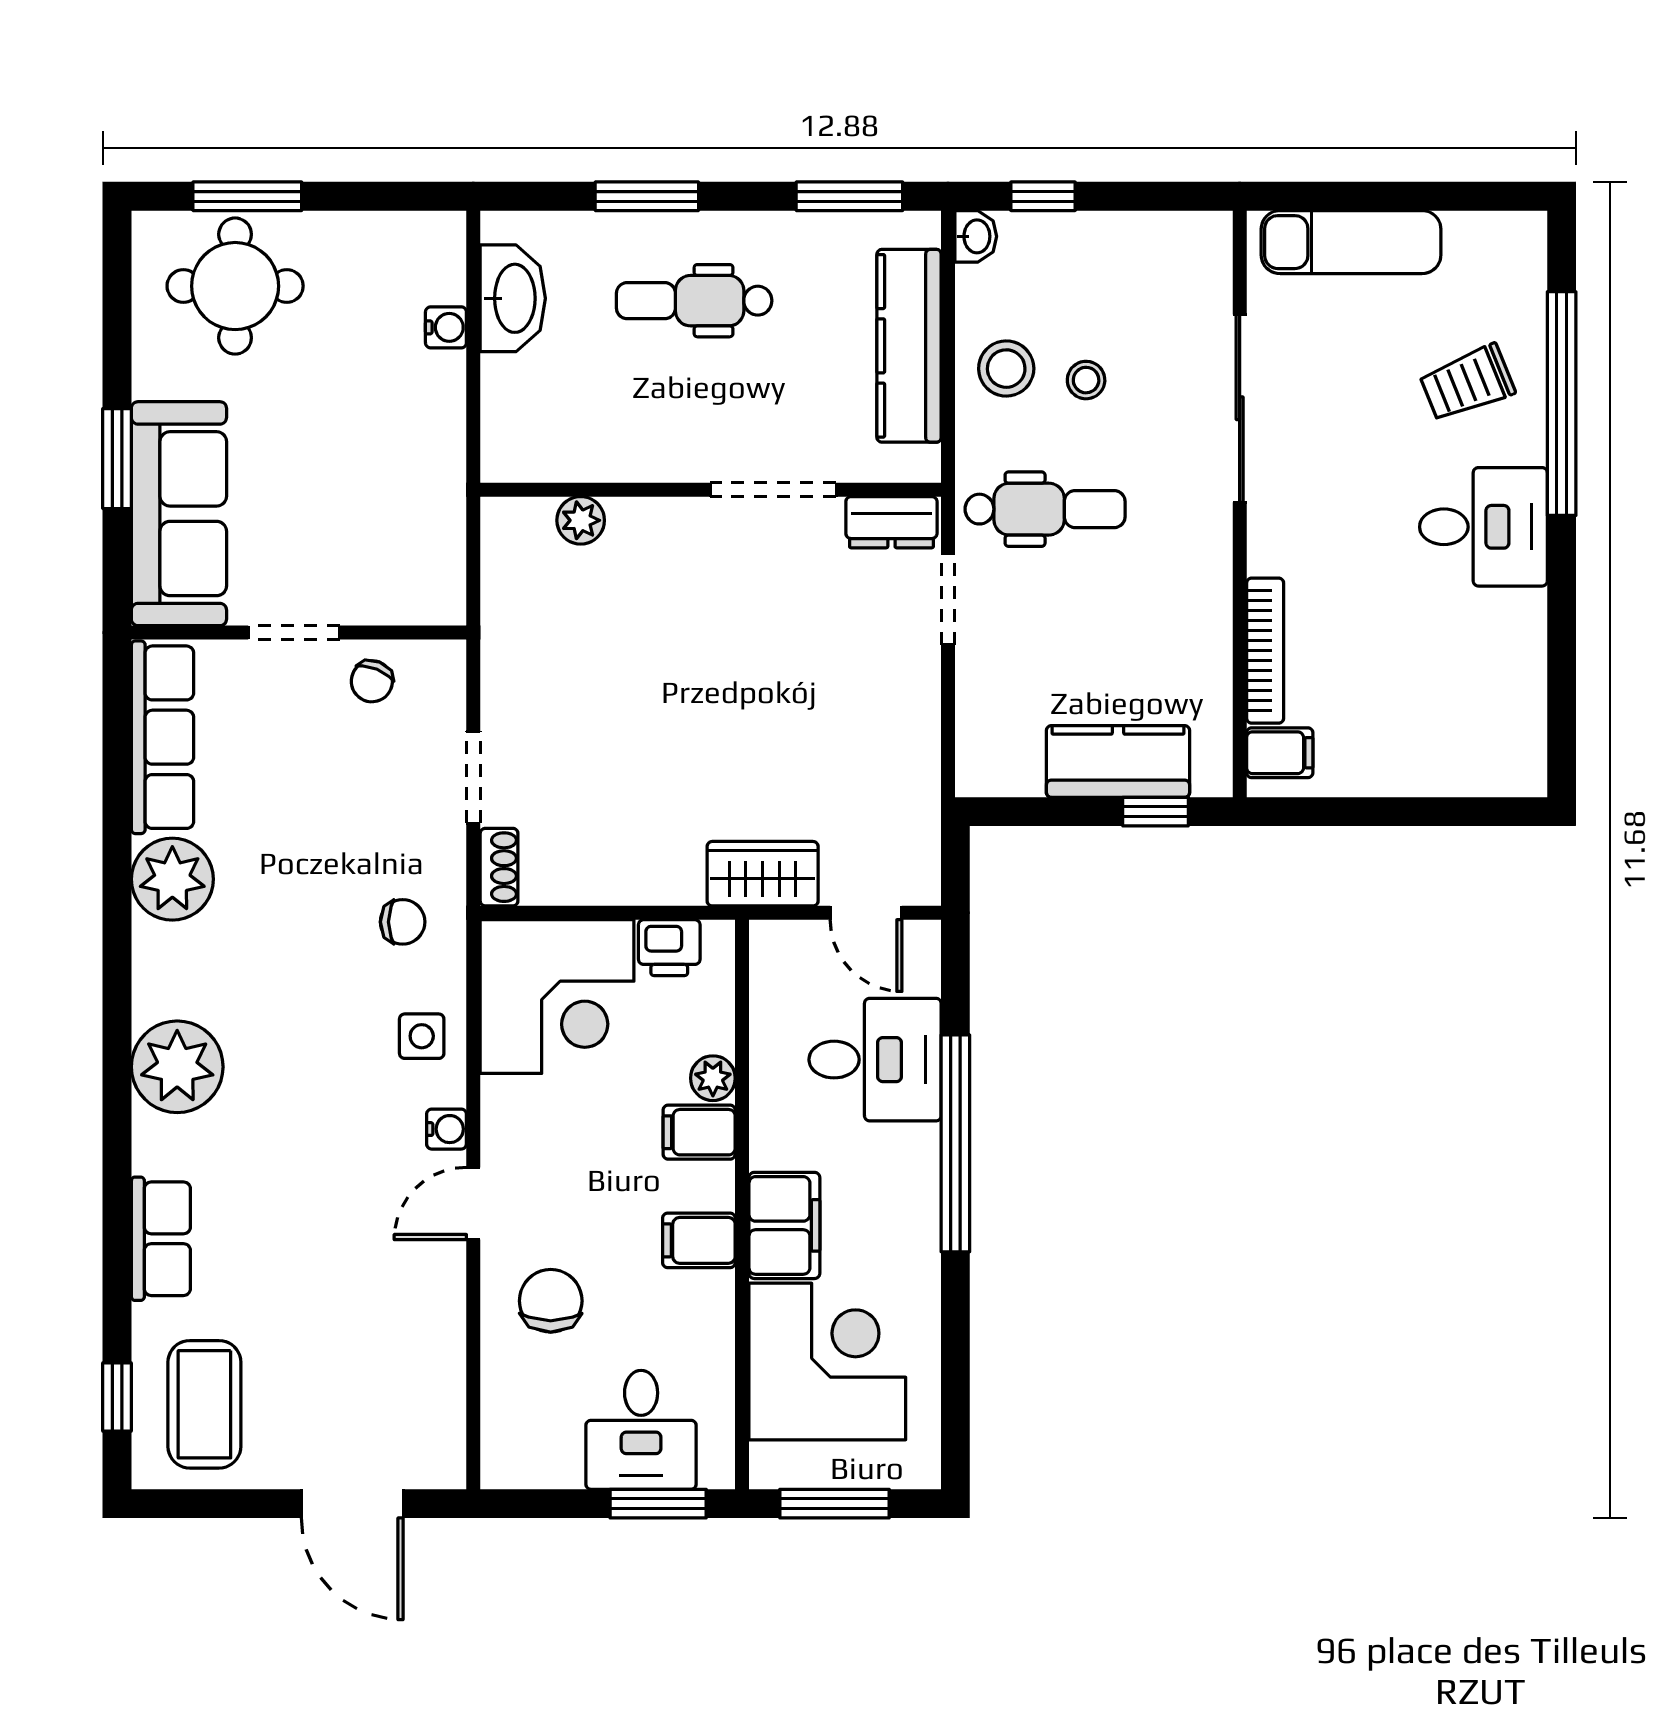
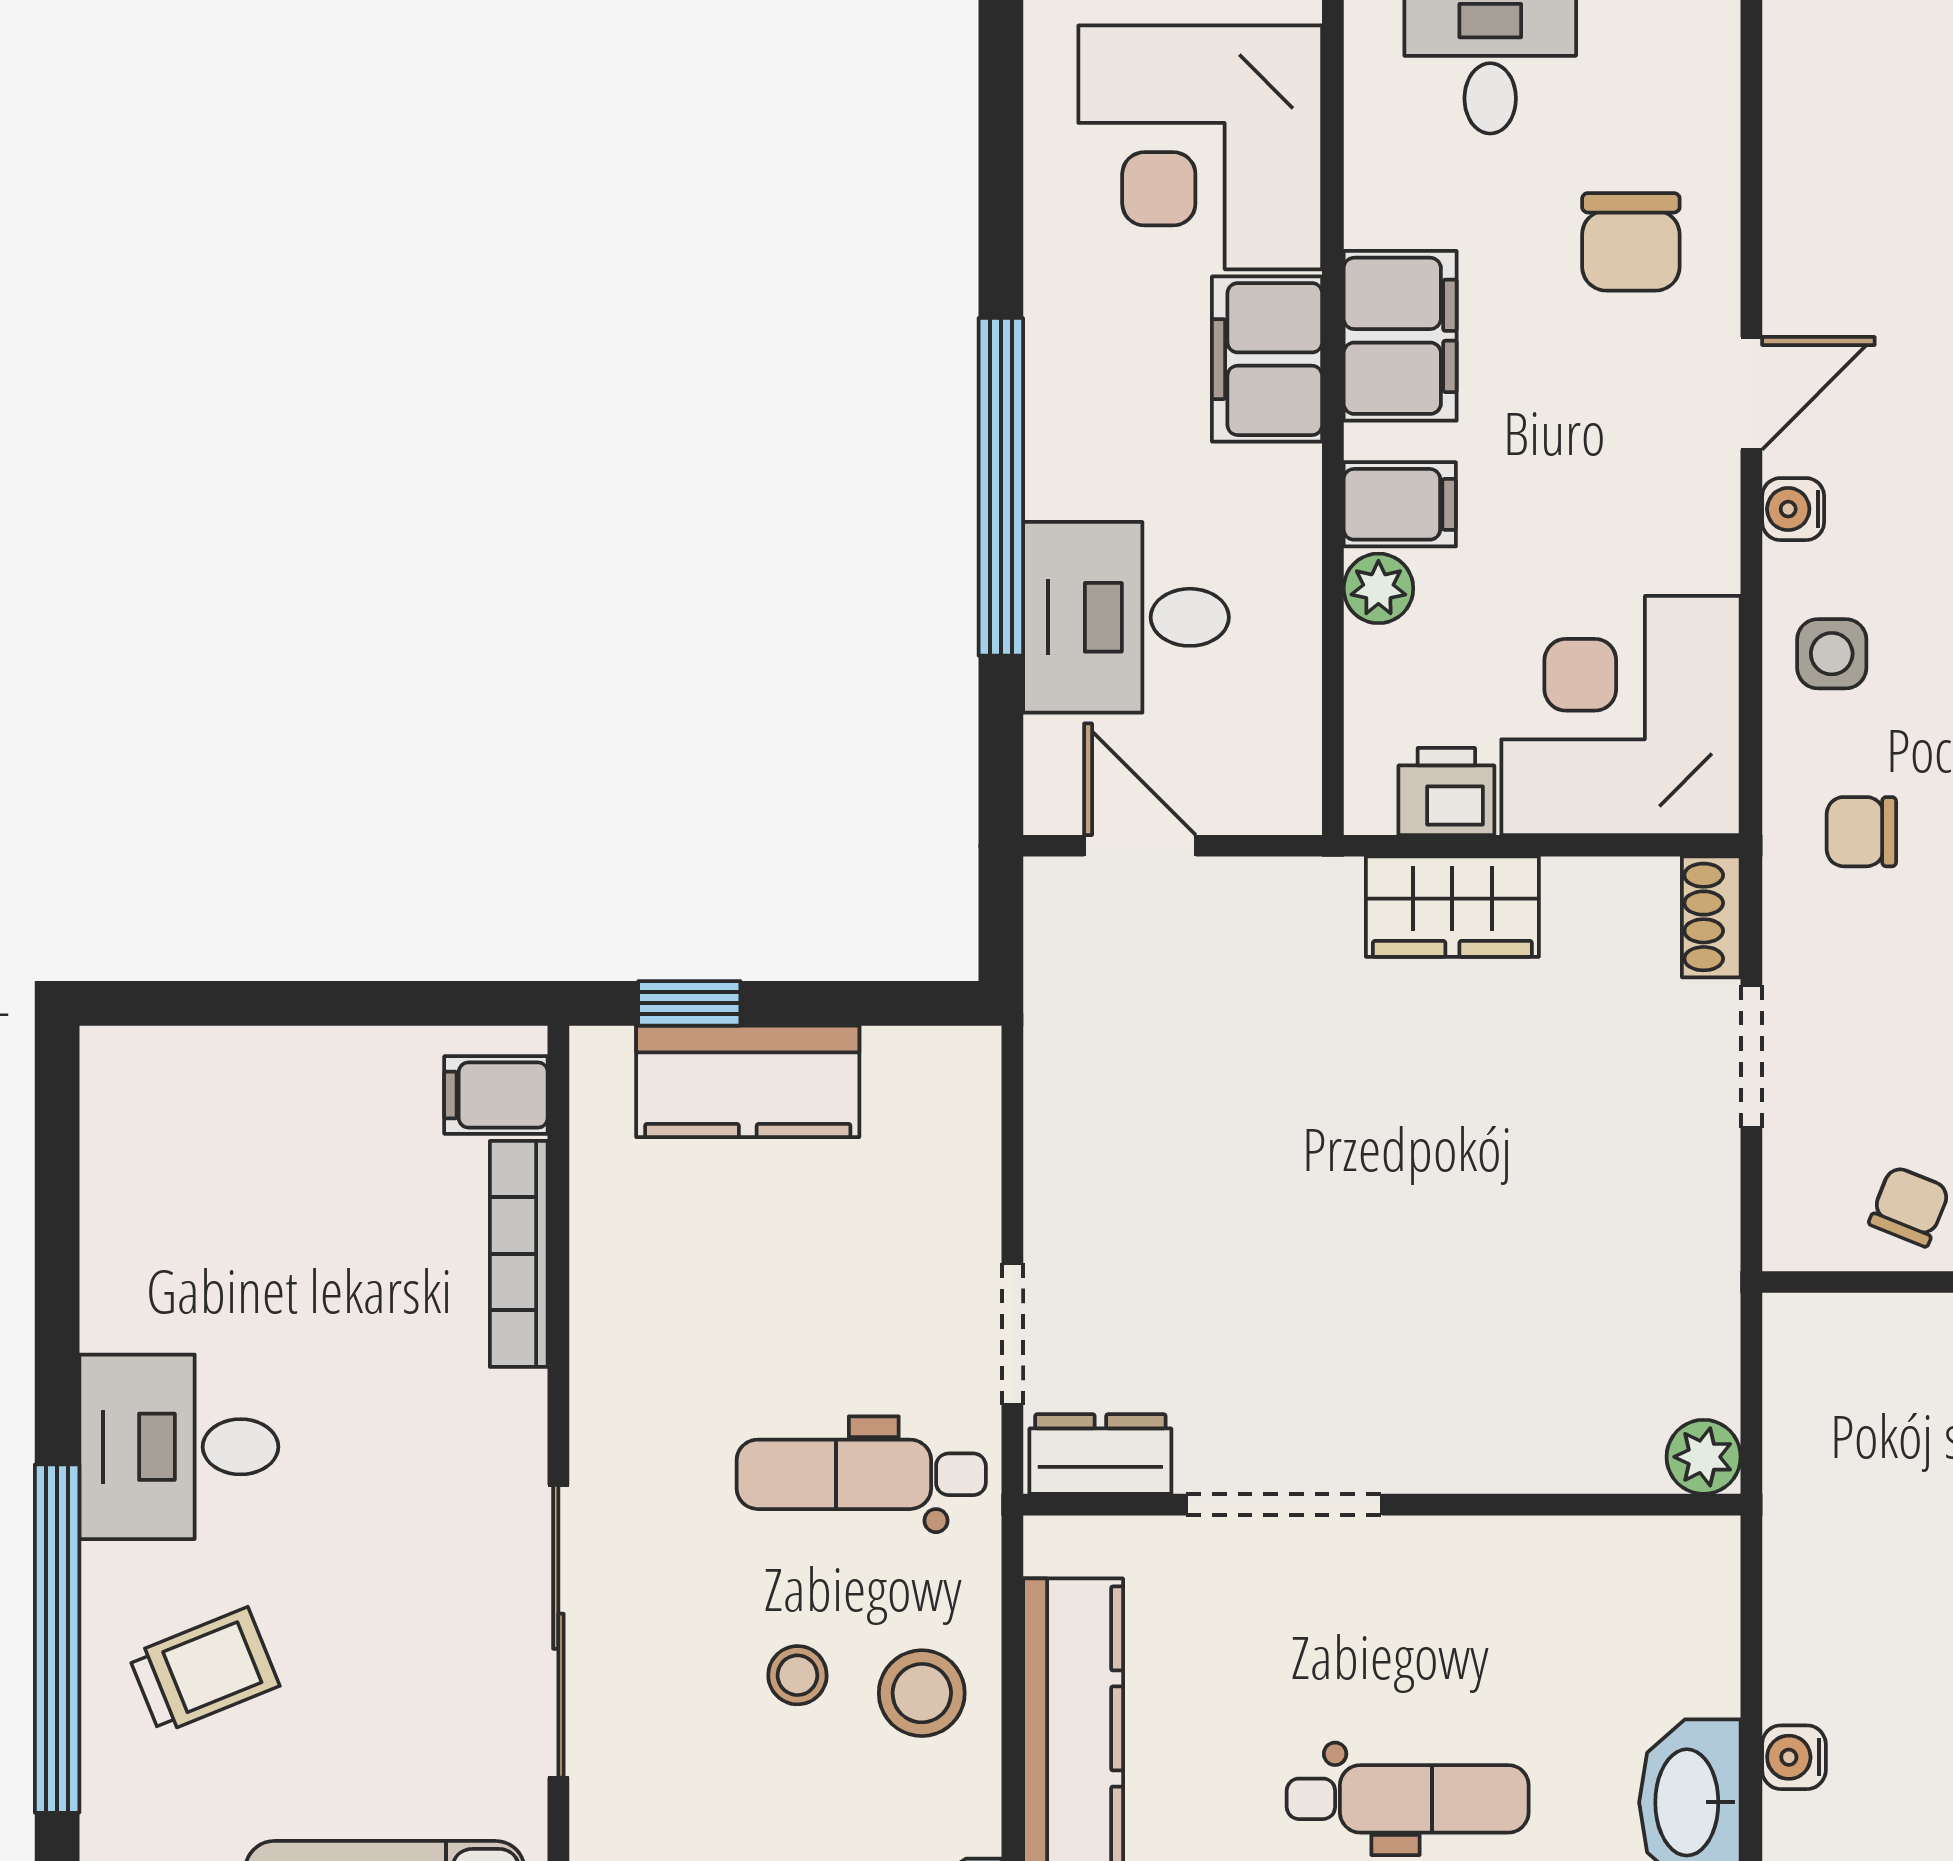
plant: (581, 520) -> (1704, 1457), moved
wardrobe: (763, 874) -> (1452, 907), moved
filing cabinet: (699, 1240) -> (1400, 336), width x2.00

